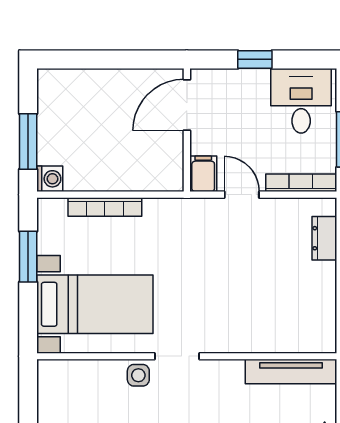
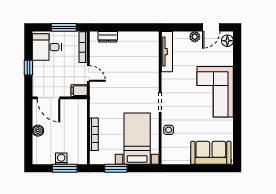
boiler: (113, 81) -> (38, 131), added
washing machine: (50, 179) -> (61, 159), moved
door: (242, 195) -> (88, 73), swing flipped
side table: (138, 375) -> (169, 130), moved

